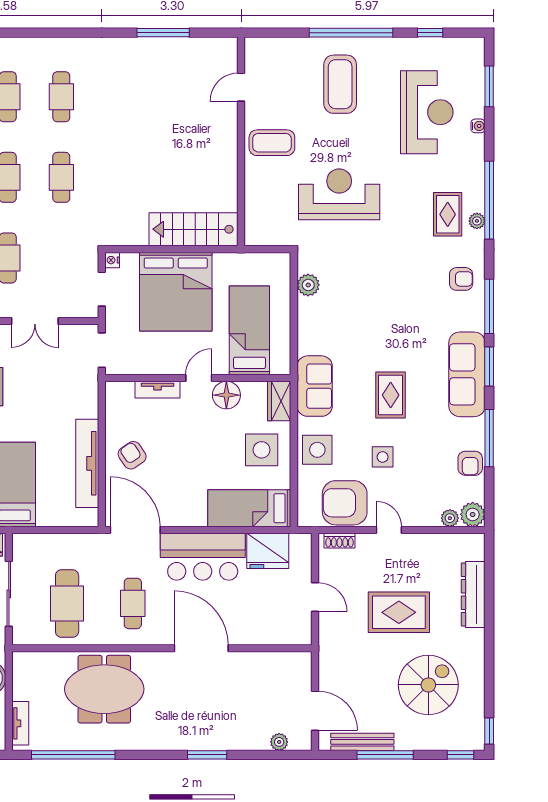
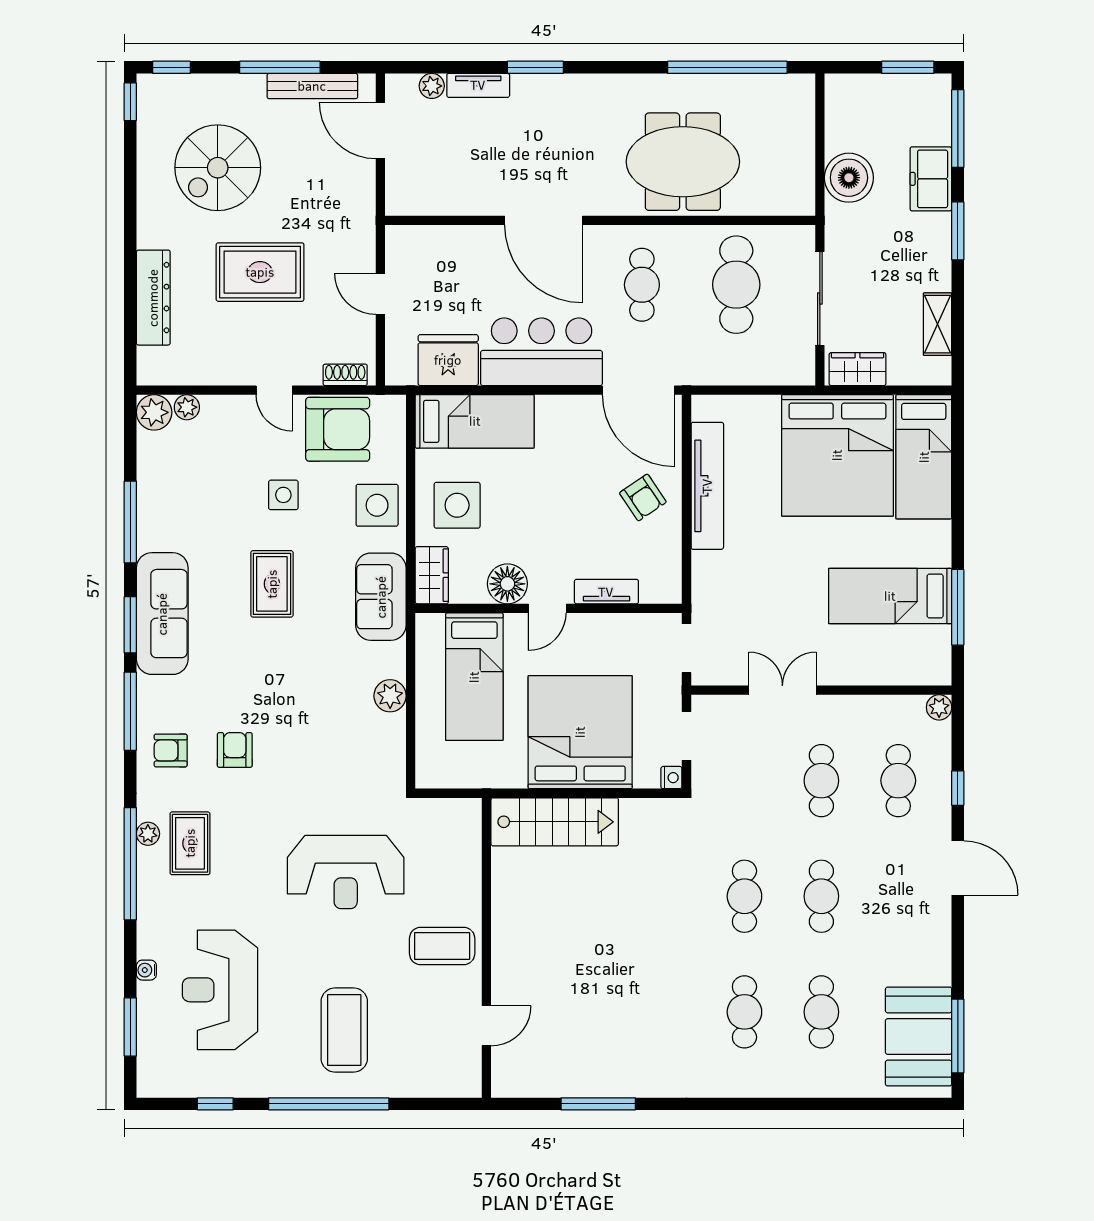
plant: (308, 285) -> (390, 696), moved
armchair: (470, 463) -> (235, 750), moved
tv unit: (20, 723) -> (478, 85), moved, turned -90

